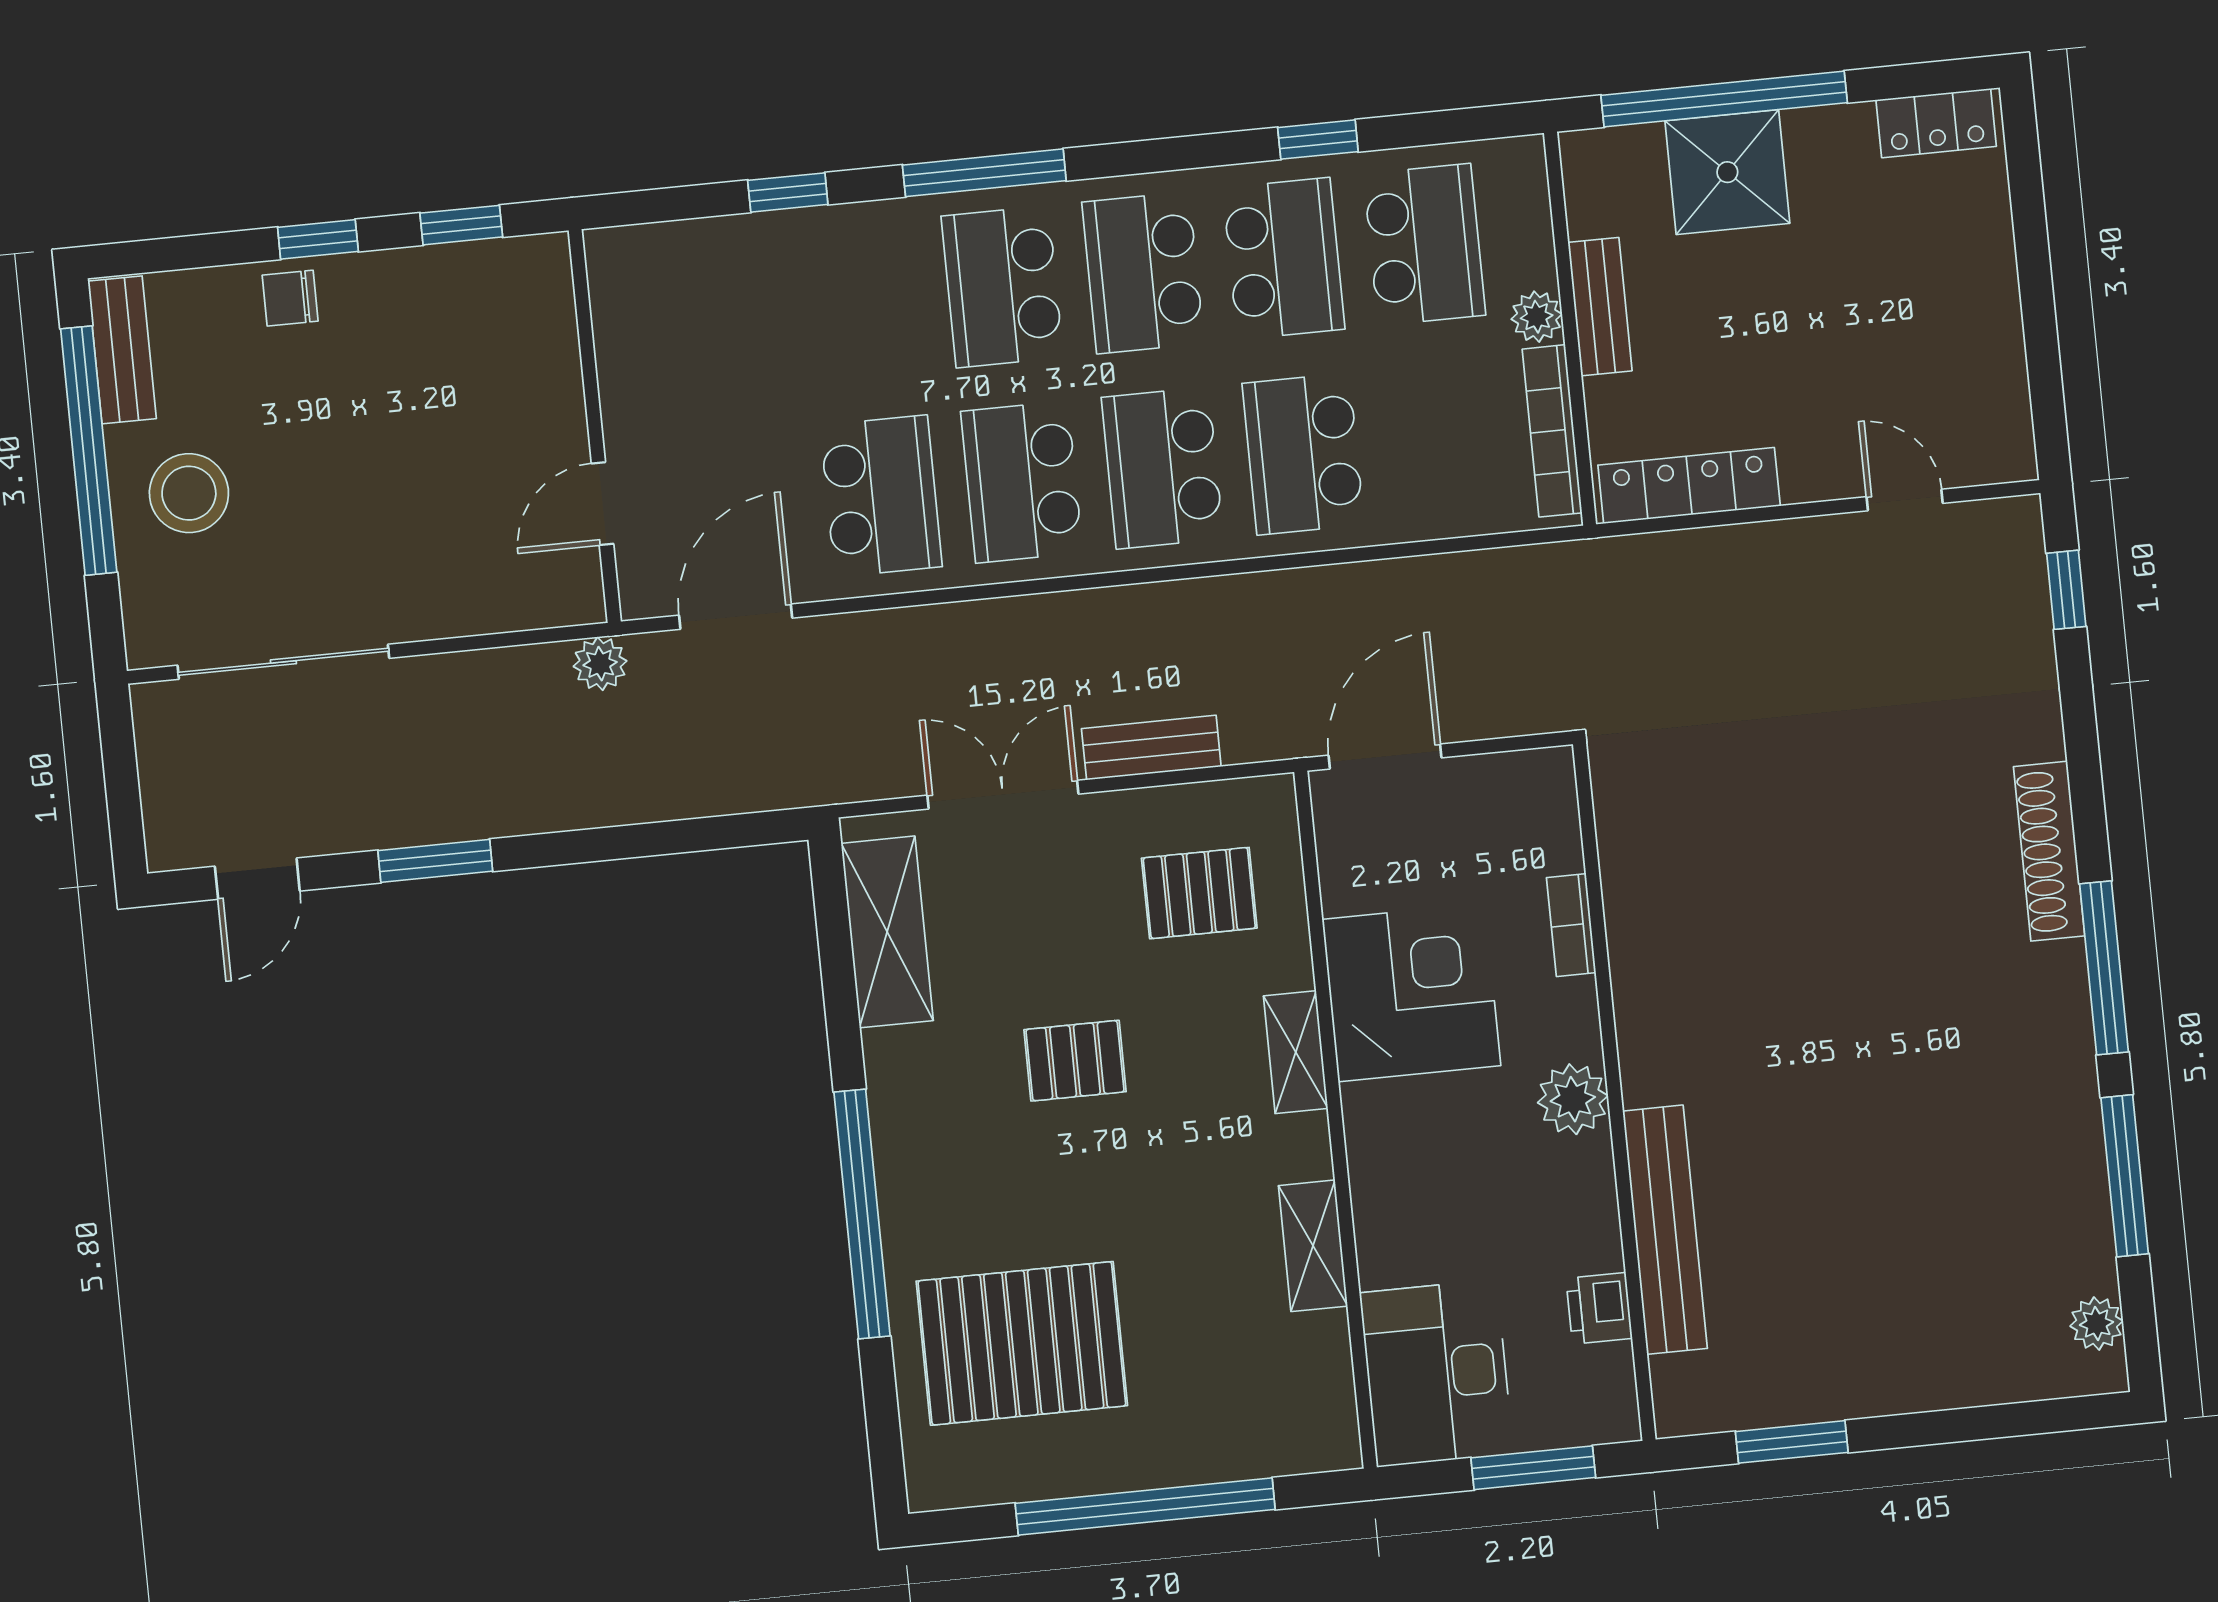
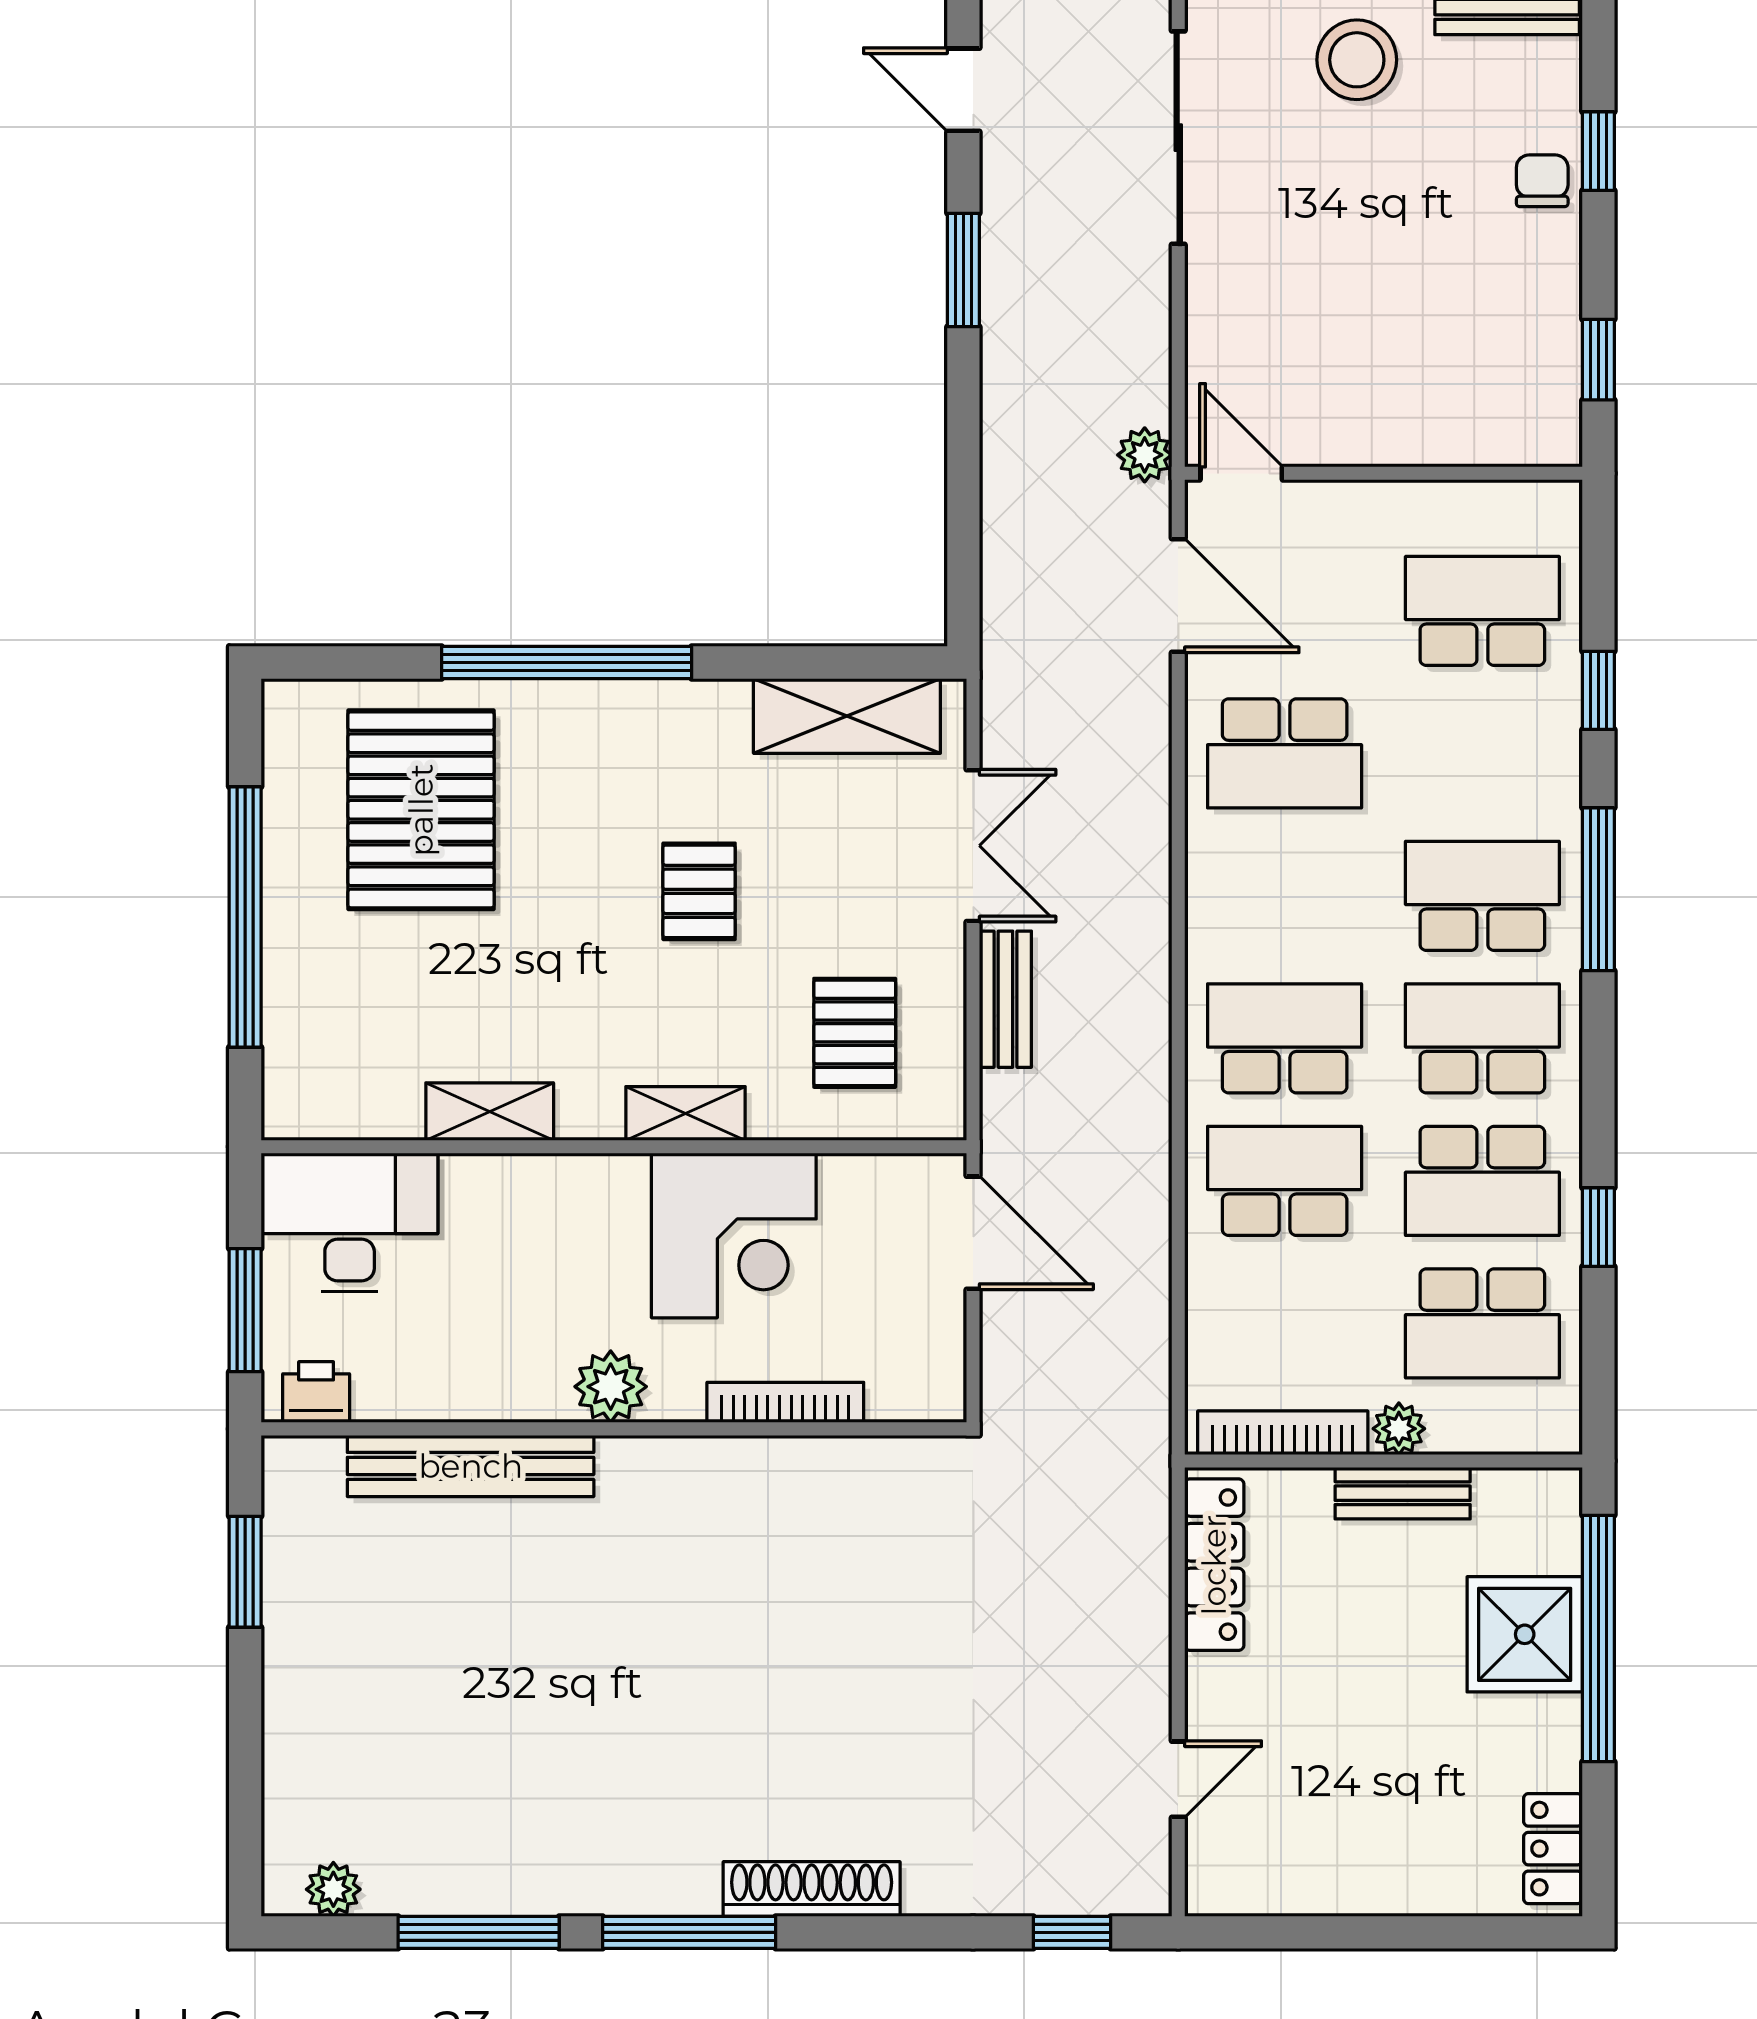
window: (318, 239) -> (1598, 151), moved
school desk: (1022, 482) -> (1482, 611), moved
door: (602, 504) -> (1241, 473), moved
bookcase: (1571, 925) -> (785, 1402), width x1.56
printer: (1599, 1308) -> (316, 1392), moved

